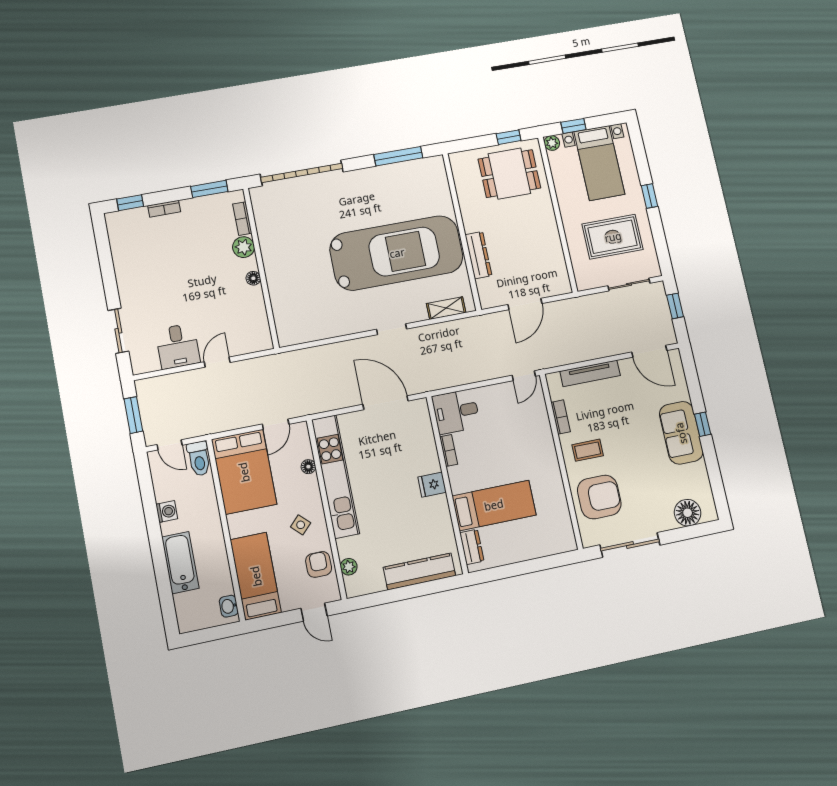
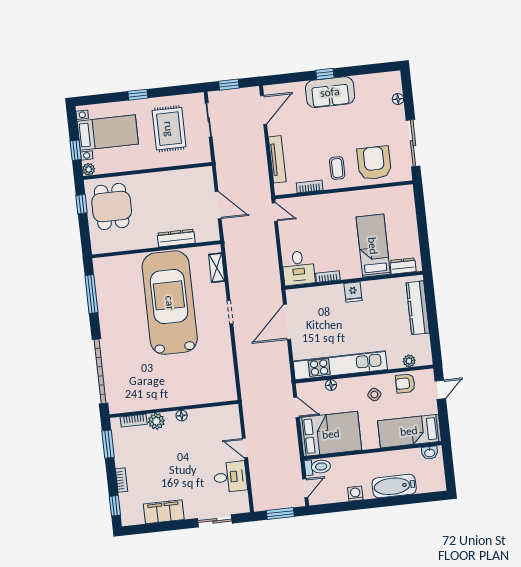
filing cabinet: (126, 265) -> (164, 512), added
floor lamp: (688, 513) -> (398, 99), width x0.53, depth x0.53

